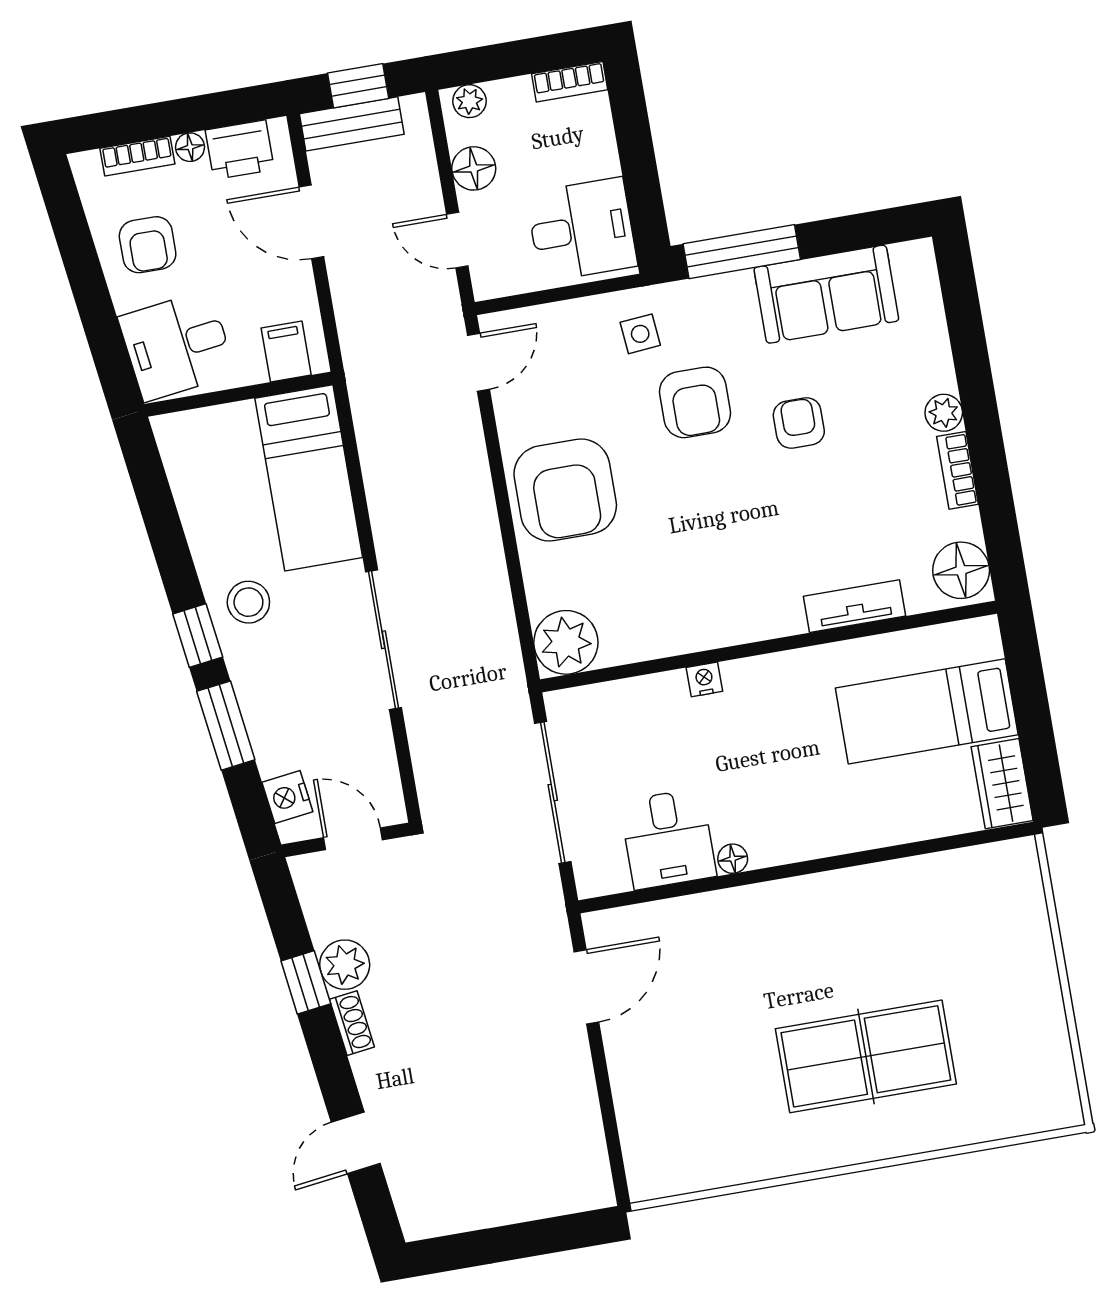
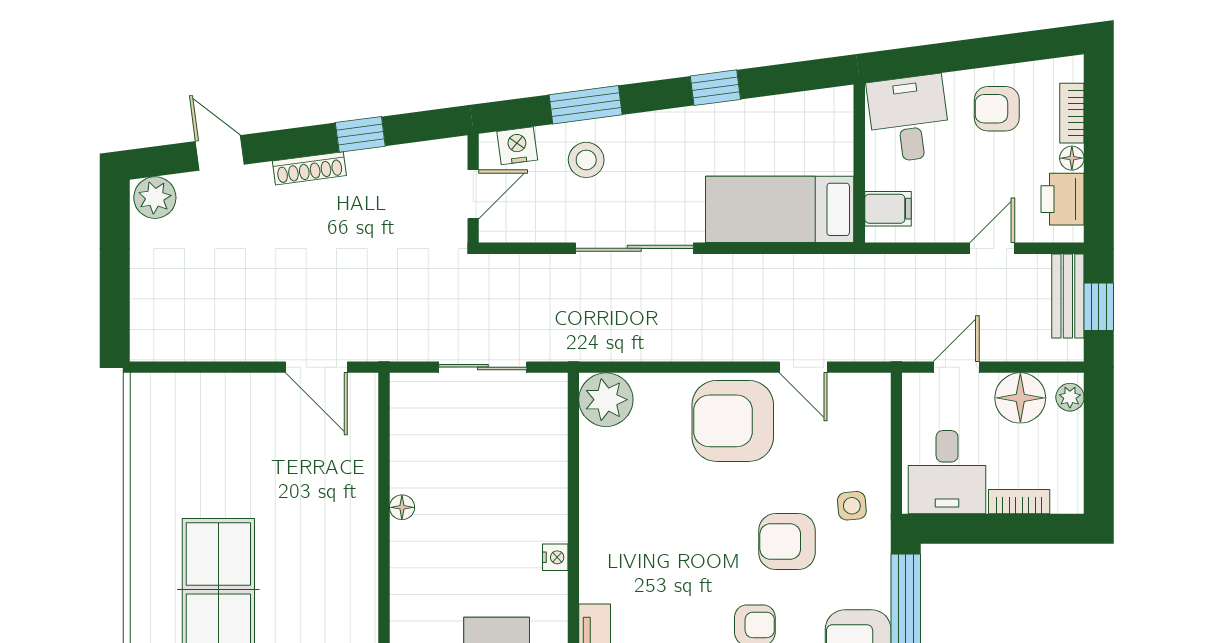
bookcase: (570, 82) -> (1019, 502), moved, turned 90
floor lamp: (474, 168) -> (1020, 398), width x1.38, depth x1.38
door: (311, 222) -> (992, 248), width x0.73
door: (478, 362) -> (803, 367), moved
stool: (248, 602) -> (586, 160), moved
window: (198, 635) -> (715, 88), moved
nightstand: (704, 679) -> (555, 557), moved
sliding door: (553, 792) -> (483, 367), width x0.73
desk: (668, 839) -> (428, 456), removed
plant: (345, 965) -> (155, 198), moved
shoe rack: (352, 1023) -> (309, 168), width x1.43

